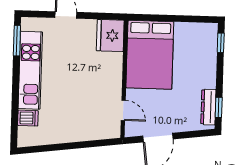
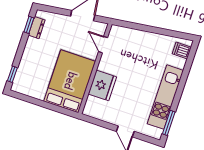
fridge: (110, 35) -> (102, 85), moved
dresser: (208, 107) -> (37, 28), width x0.70
dishwasher: (28, 118) -> (182, 51), moved

